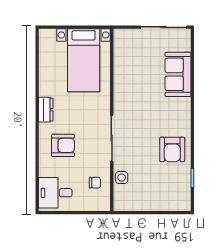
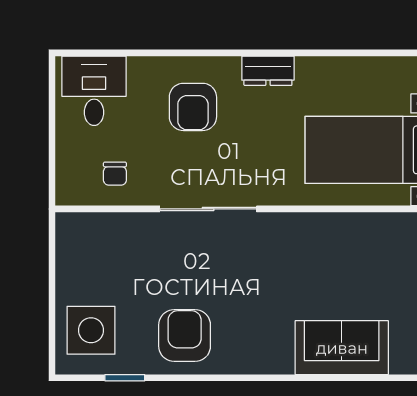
armchair: (172, 149) -> (185, 336), turned 90
side table: (122, 178) -> (91, 330), moved, width x1.87, depth x1.87

